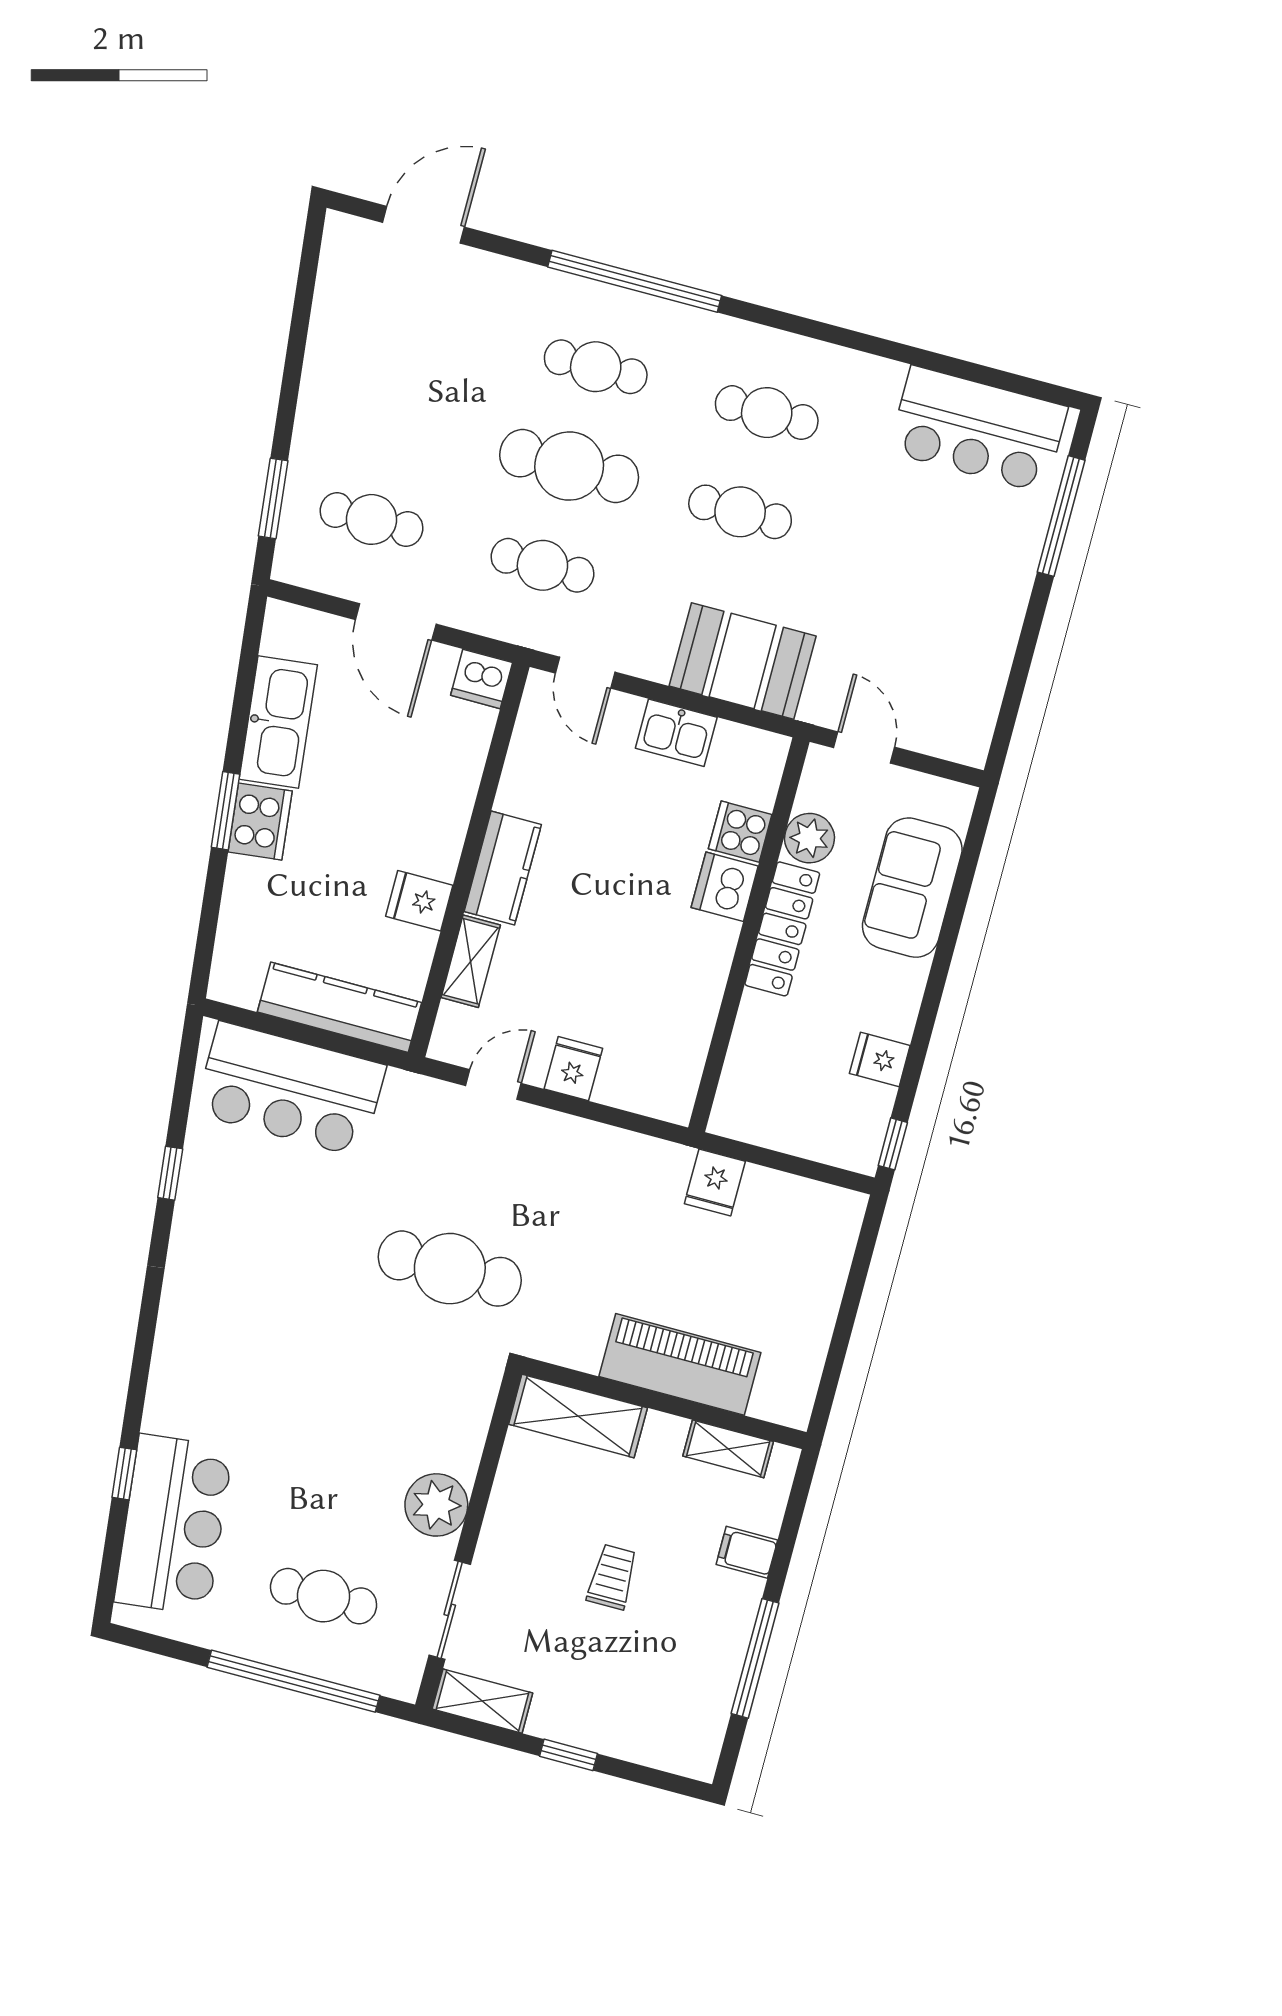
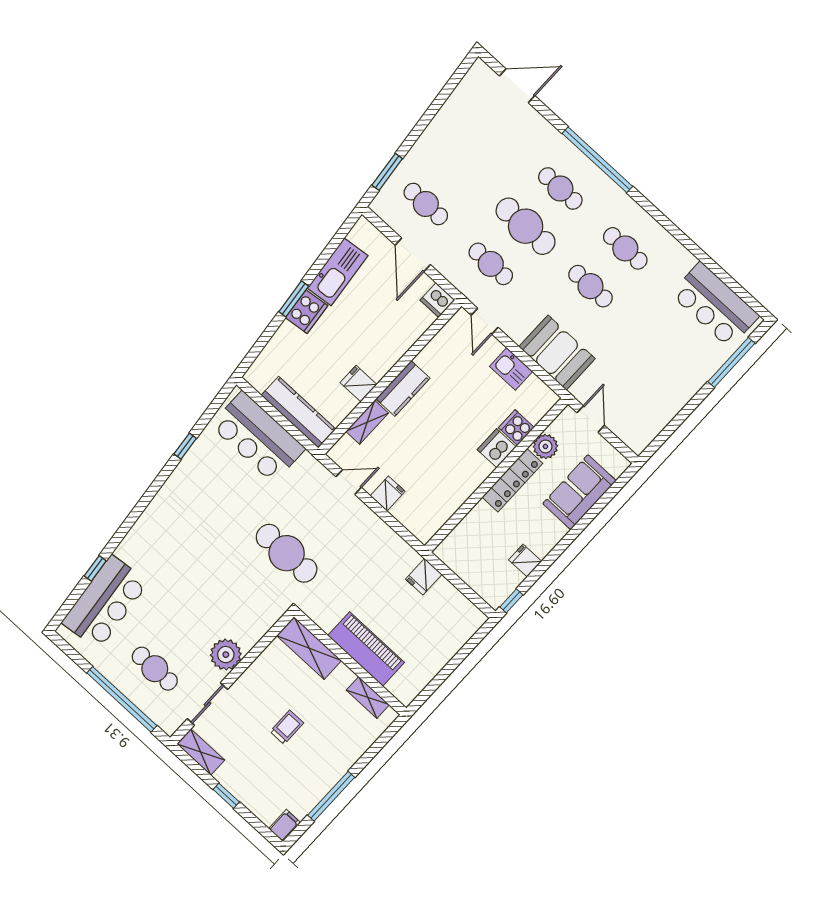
filing cabinet: (747, 1552) -> (285, 826), moved, turned 90

